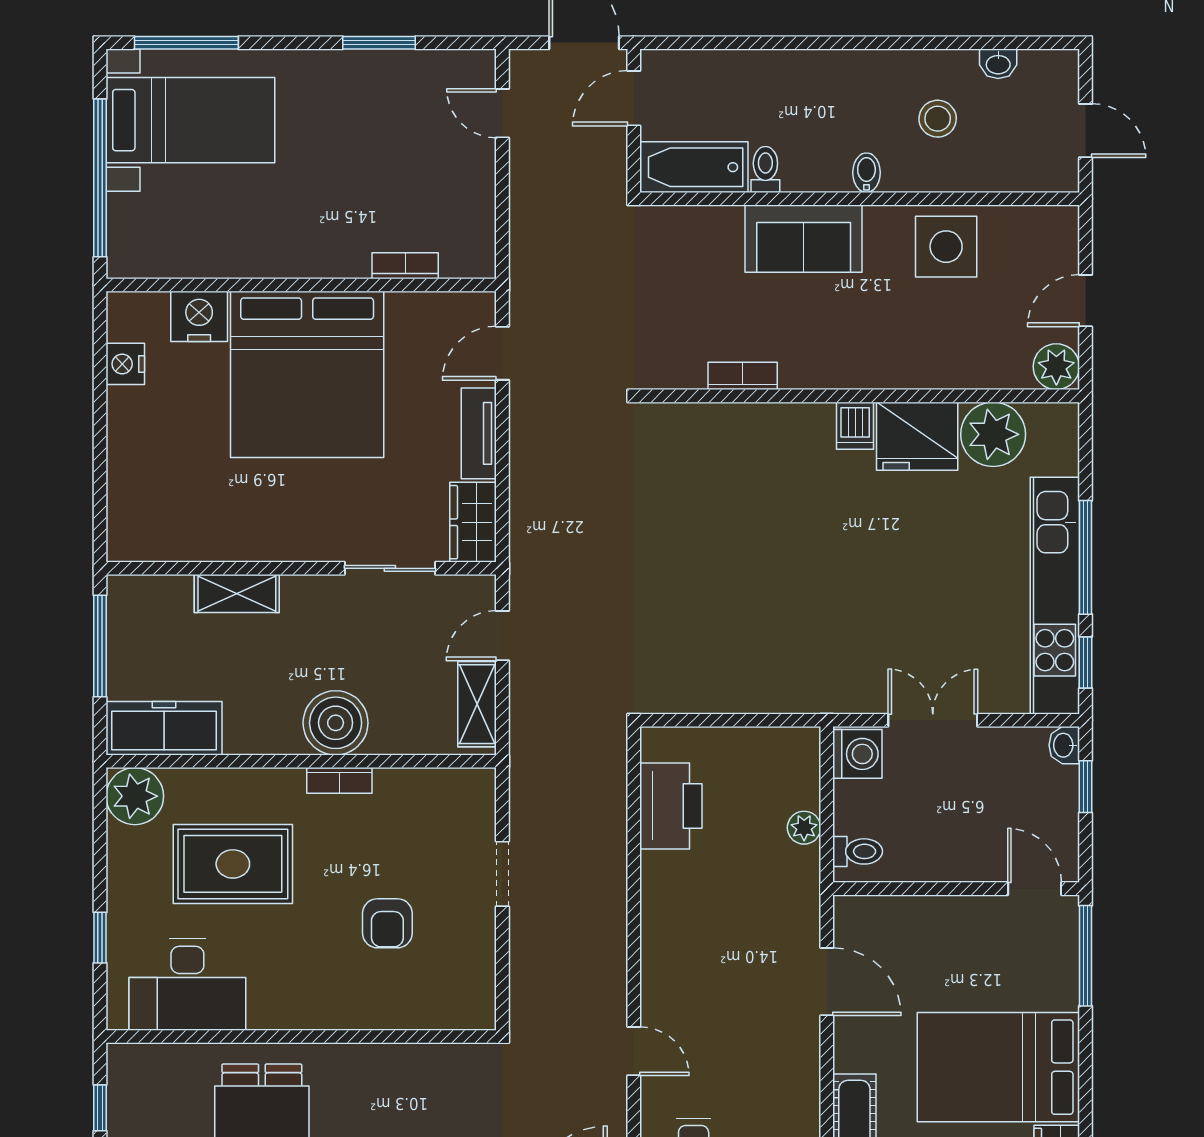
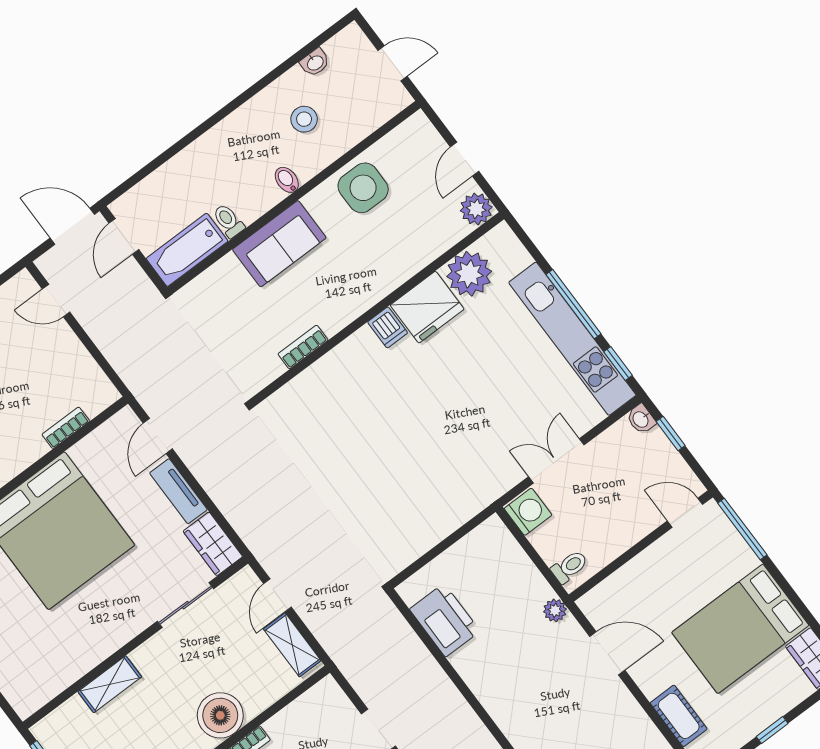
plant: (804, 828) -> (555, 610), moved

